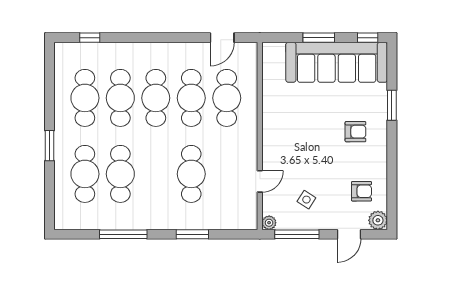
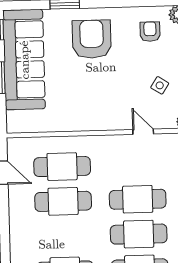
cafe table: (156, 98) -> (139, 234), moved
armchair: (355, 132) -> (92, 39), width x1.88, depth x1.88

